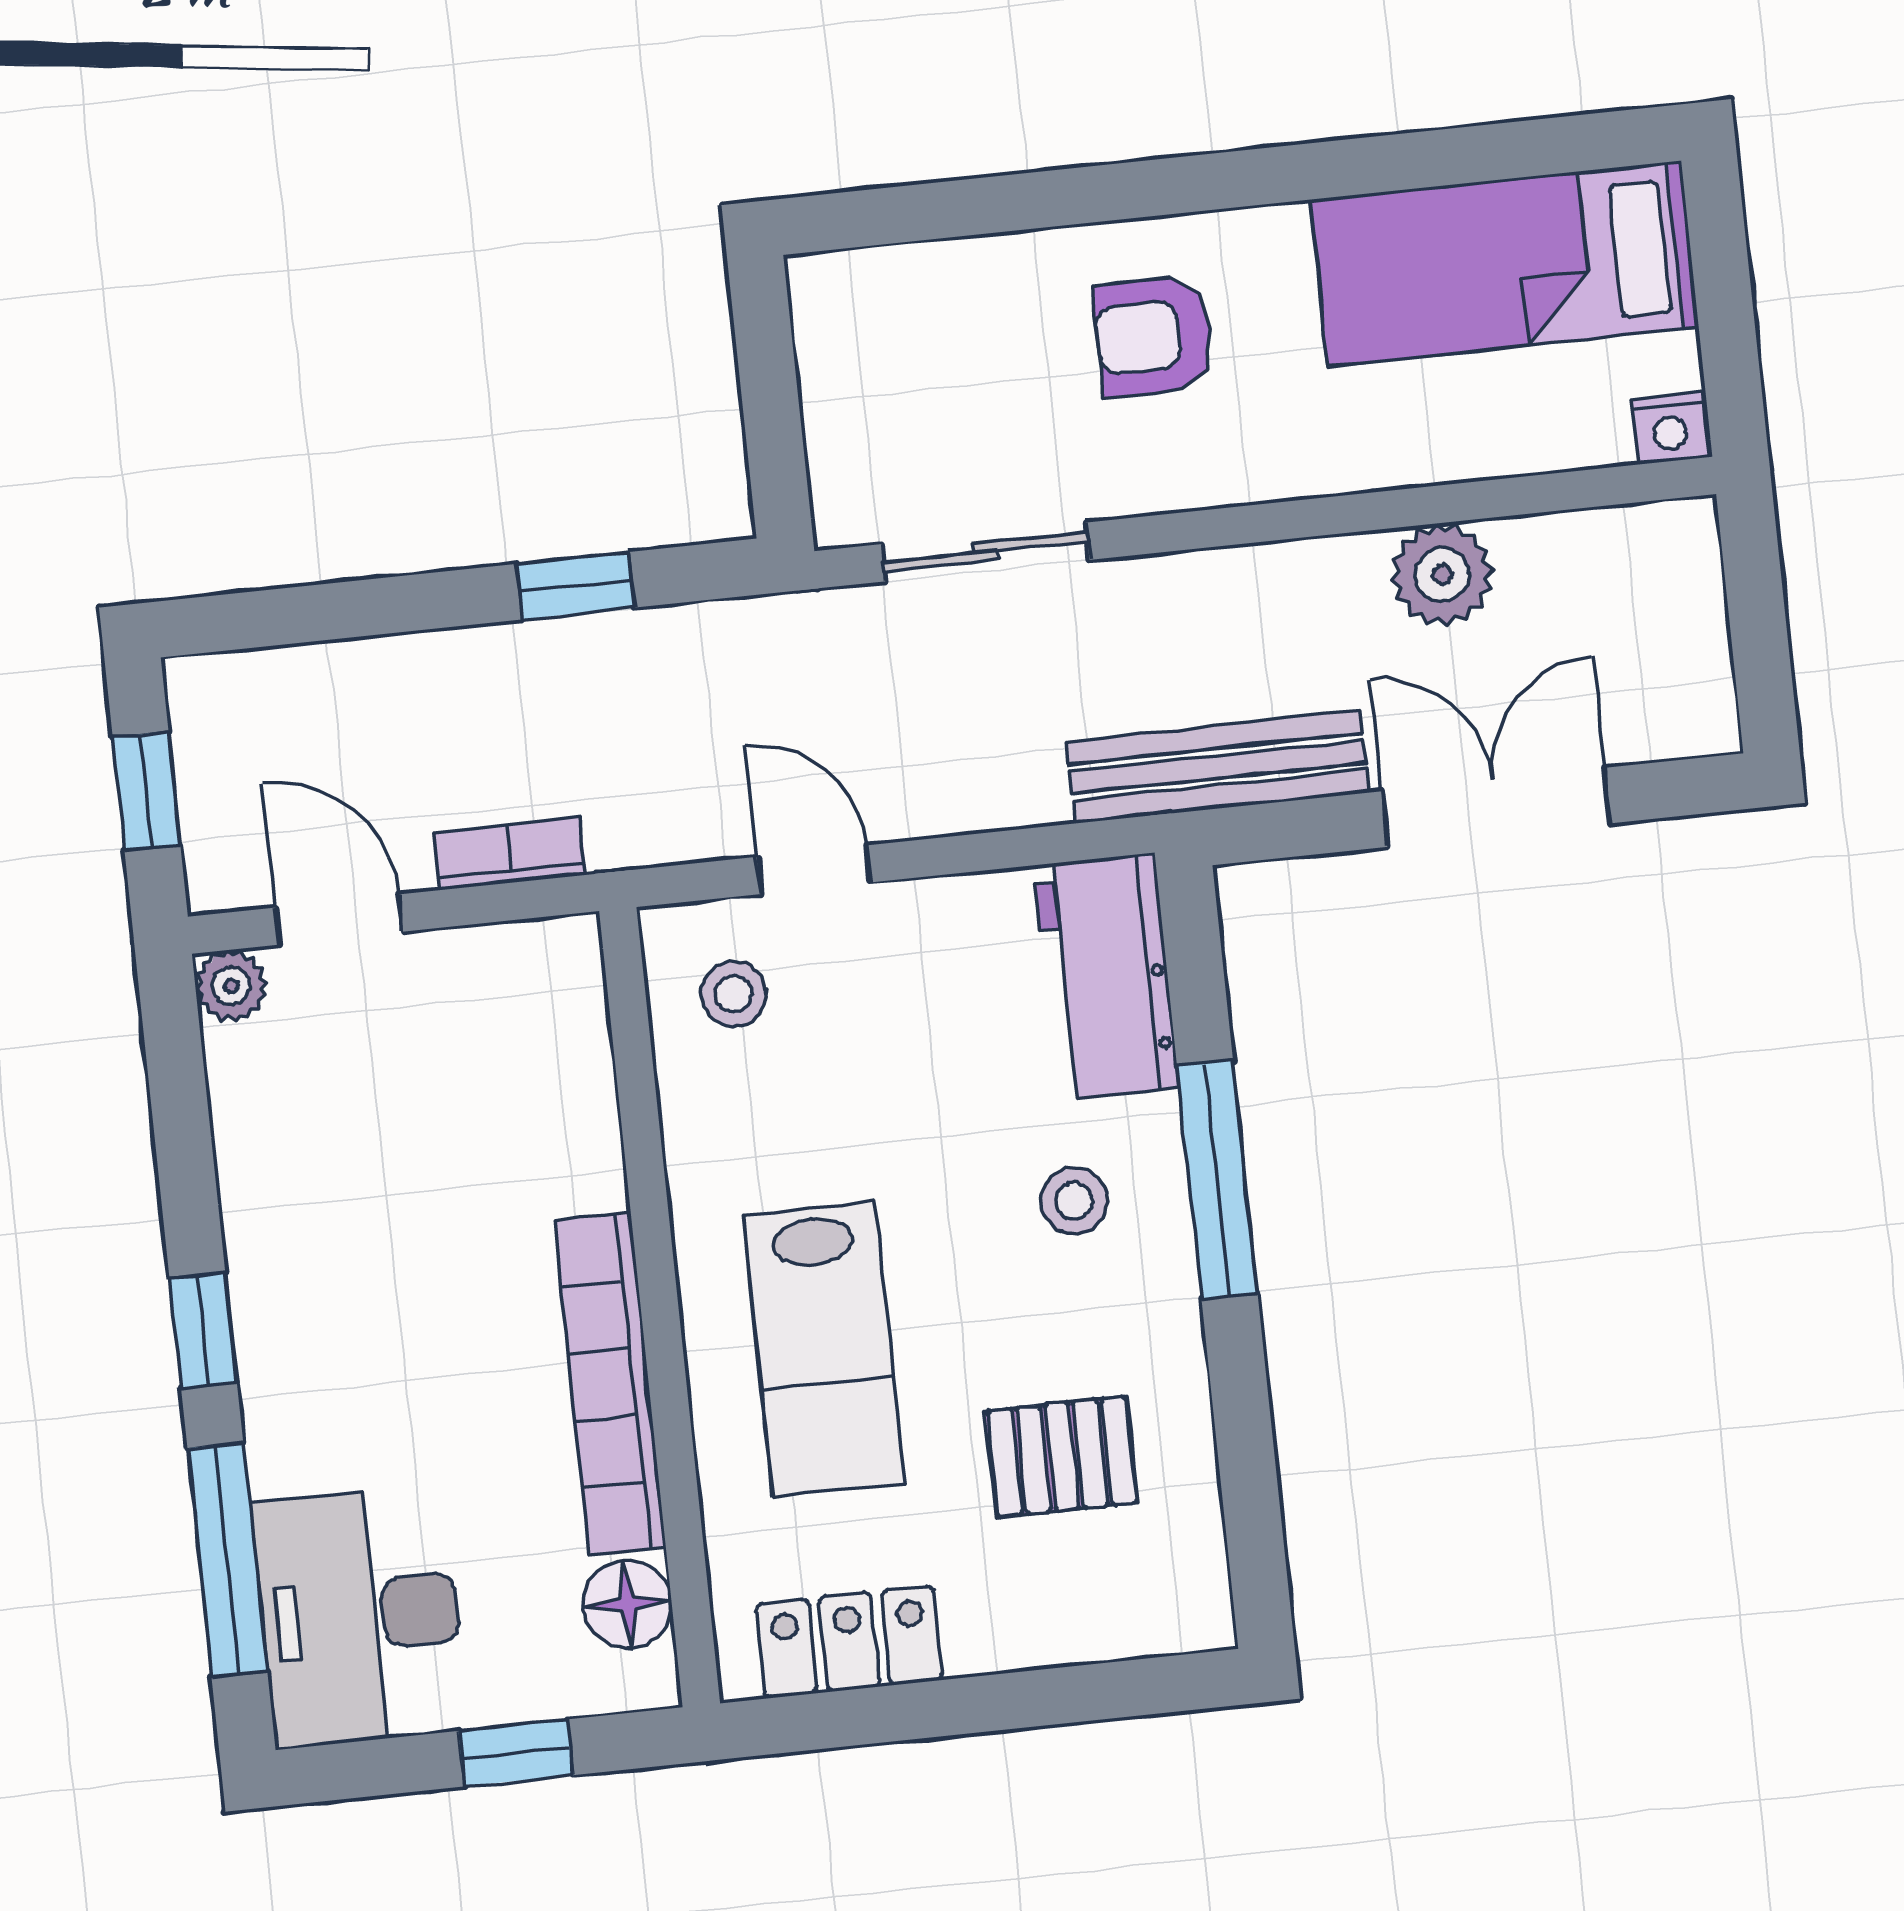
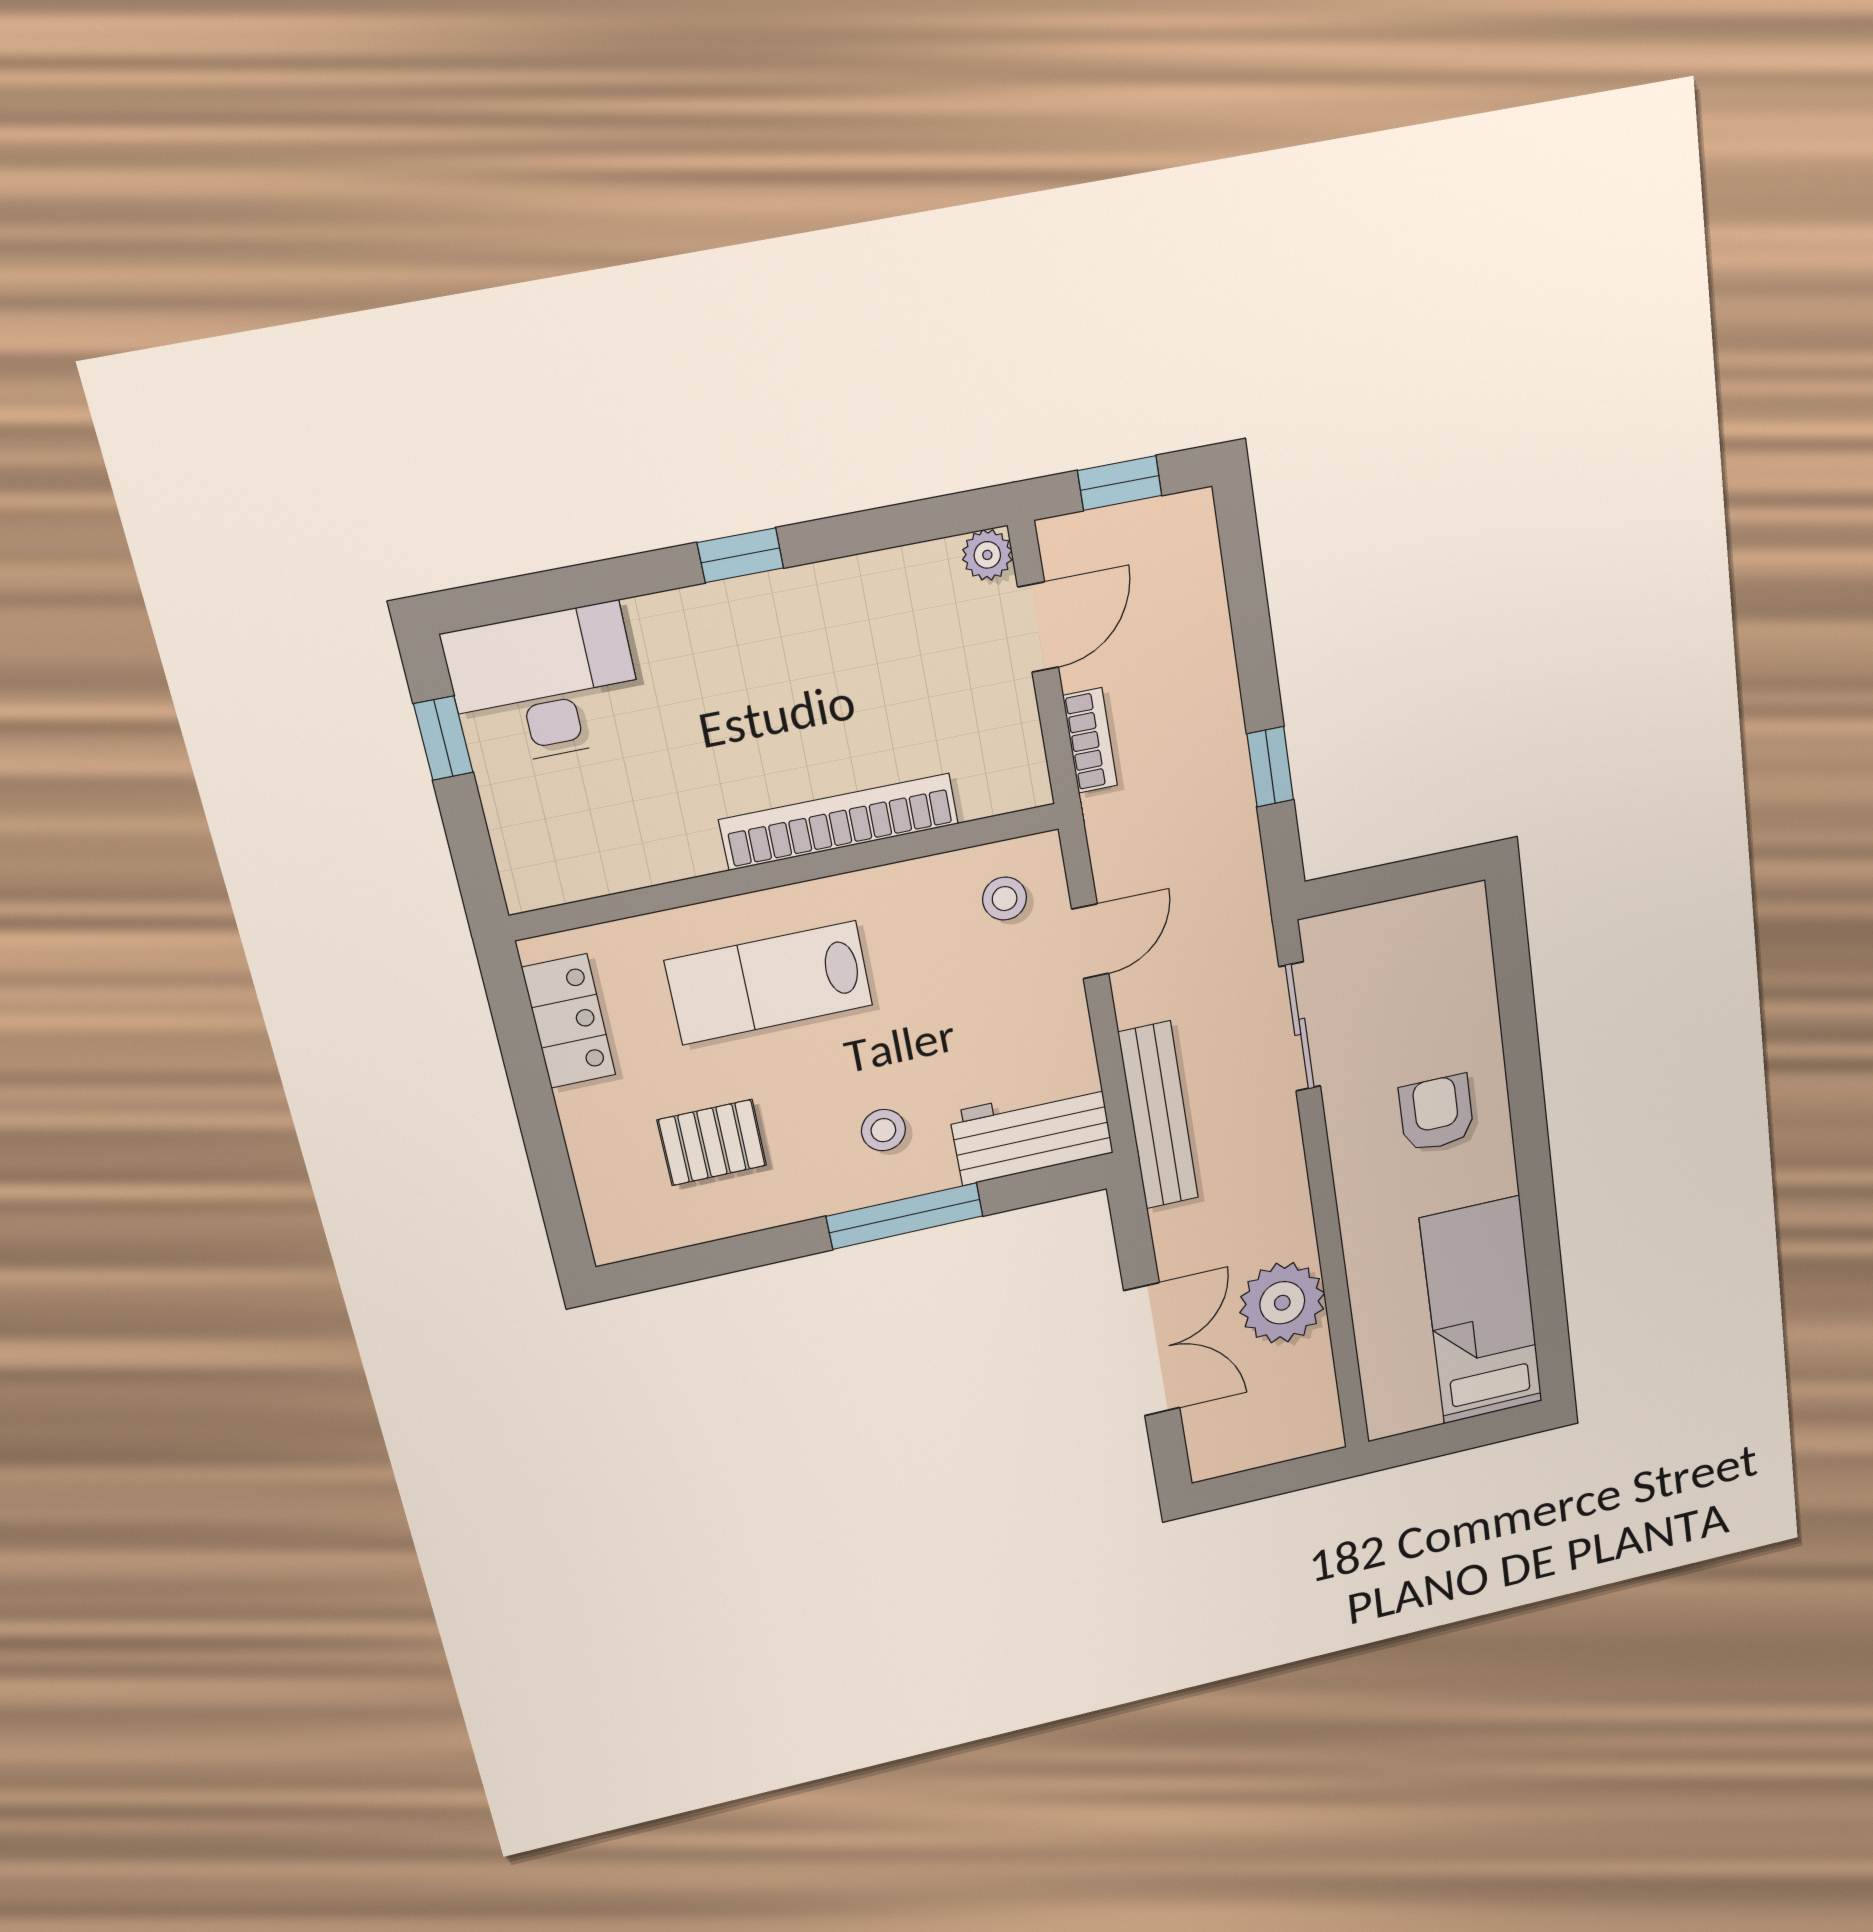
nightstand: (1670, 428) -> (1385, 1416), removed
plant: (1442, 575) -> (1282, 1303), width x1.36, depth x1.36
bench: (1217, 767) -> (1158, 1116), moved
bookcase: (610, 1384) -> (839, 822), moved
pallet: (1062, 1457) -> (712, 1143), turned 90
window: (227, 1560) -> (575, 587), removed
floor lamp: (628, 1604) -> (577, 871), removed
window: (516, 1753) -> (443, 738), moved

